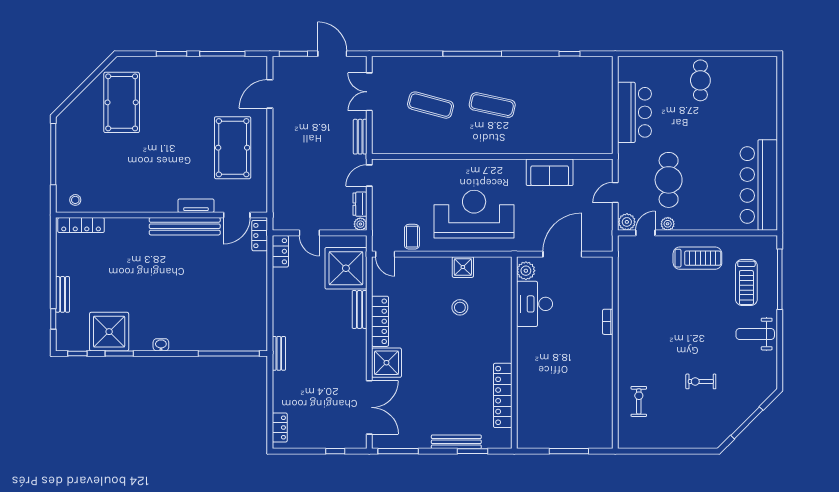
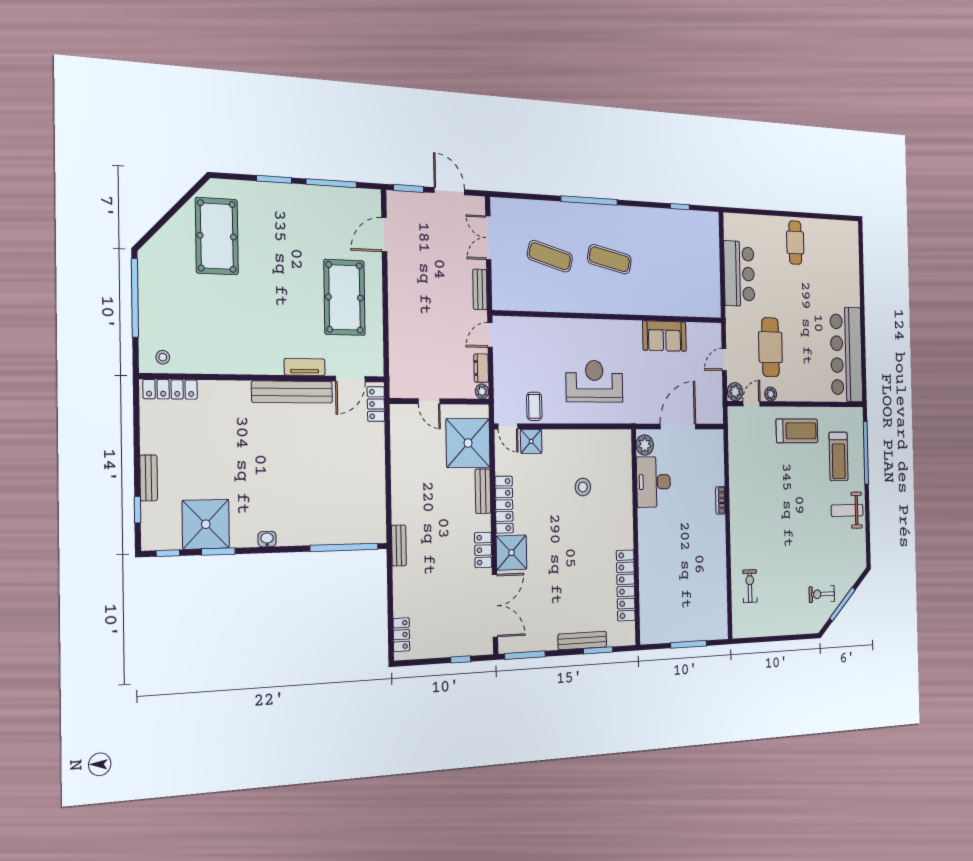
reception desk: (474, 214) -> (594, 381), width x0.74, depth x0.77
locker: (280, 251) -> (483, 550), moved, turned 180
shower: (463, 267) -> (531, 441), moved
exercise bike: (701, 381) -> (822, 594), moved

